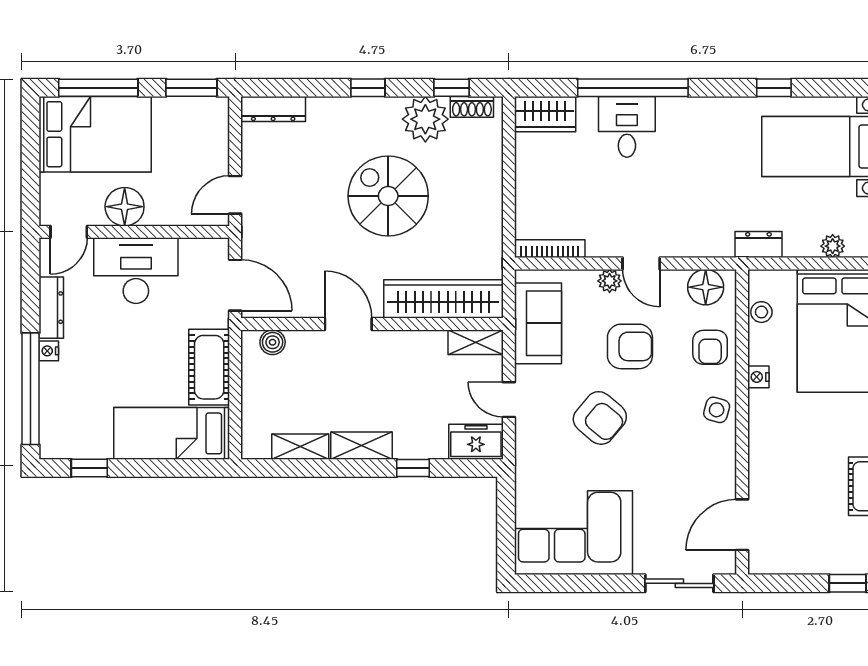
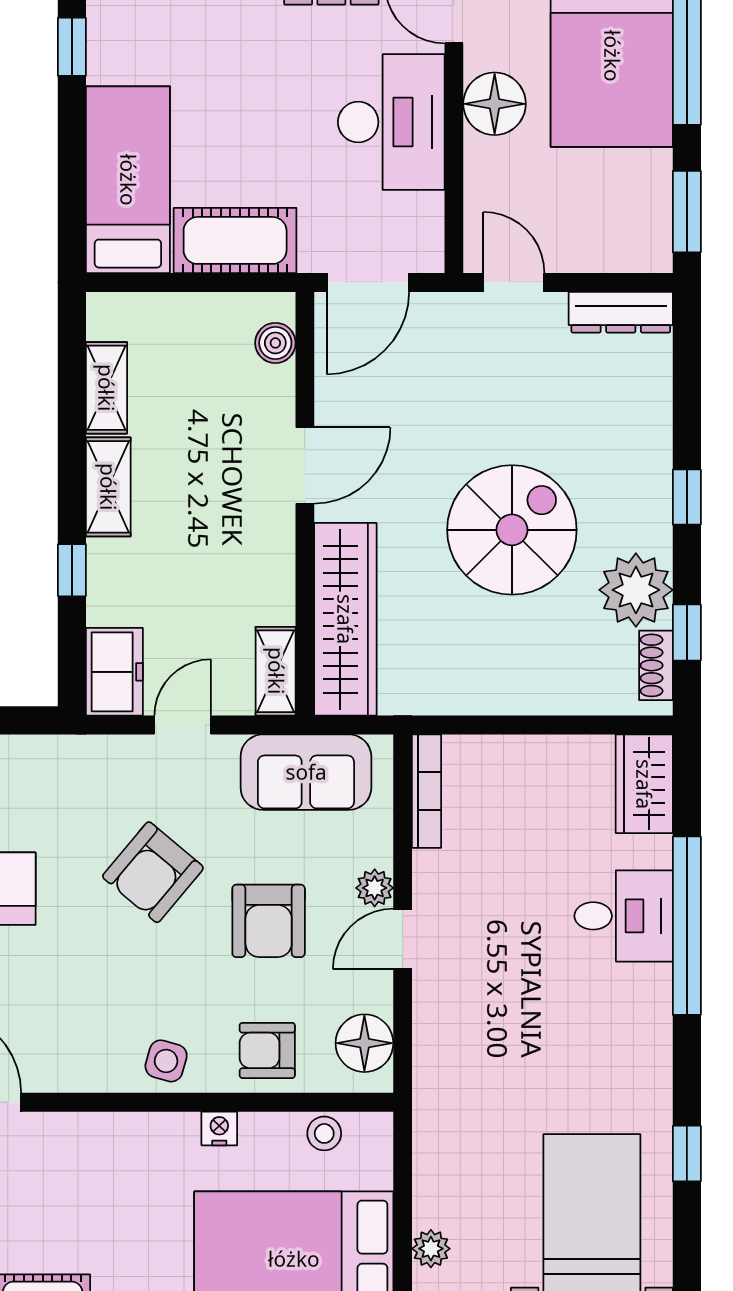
dresser: (273, 109) -> (621, 312), moved, turned -90
dresser: (758, 245) -> (433, 1129), removed

